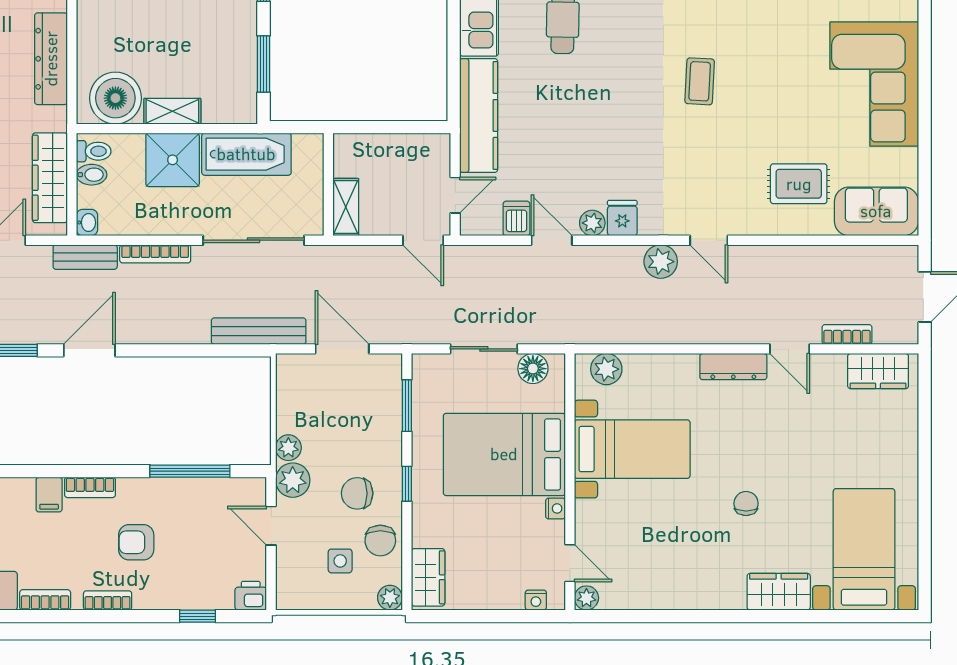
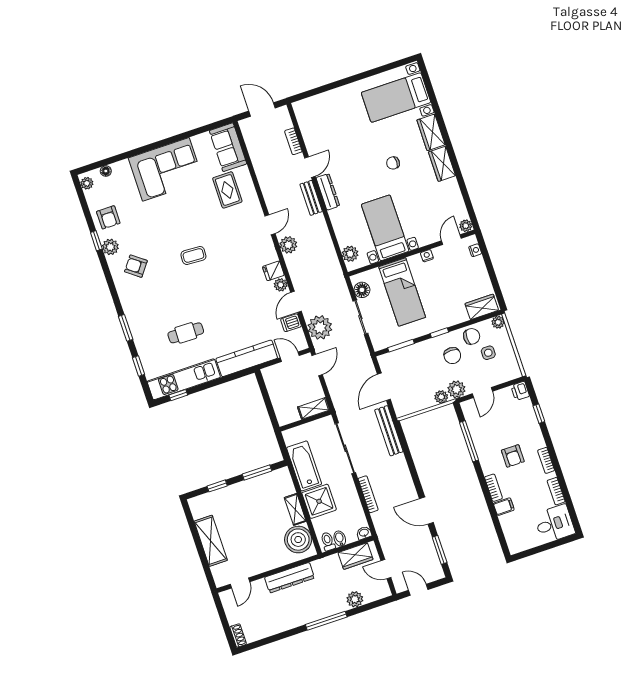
wardrobe: (50, 178) -> (355, 556), width x0.67
bench: (85, 257) -> (311, 198), moved
plant: (490, 268) -> (320, 327), added
wardrobe: (878, 371) -> (442, 164), moved, turned 180
bed: (504, 454) -> (402, 292), width x0.67

